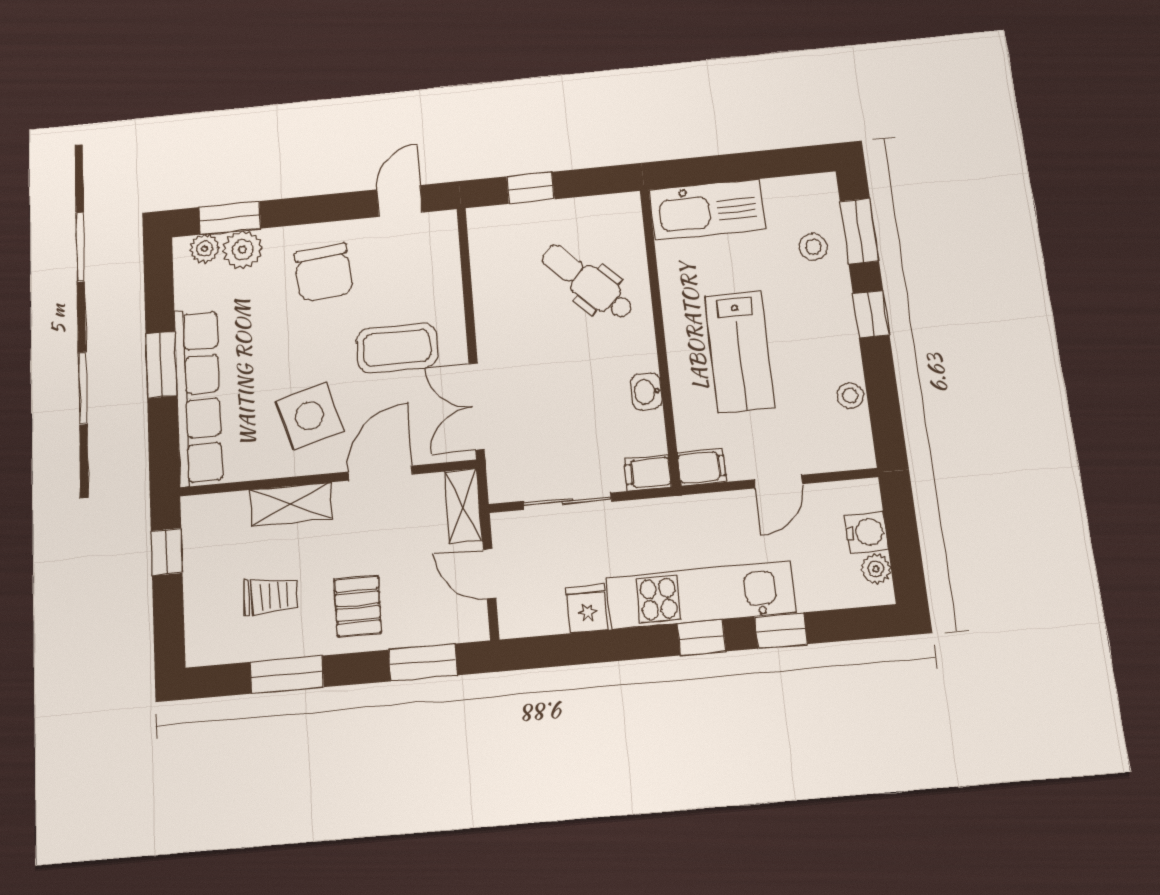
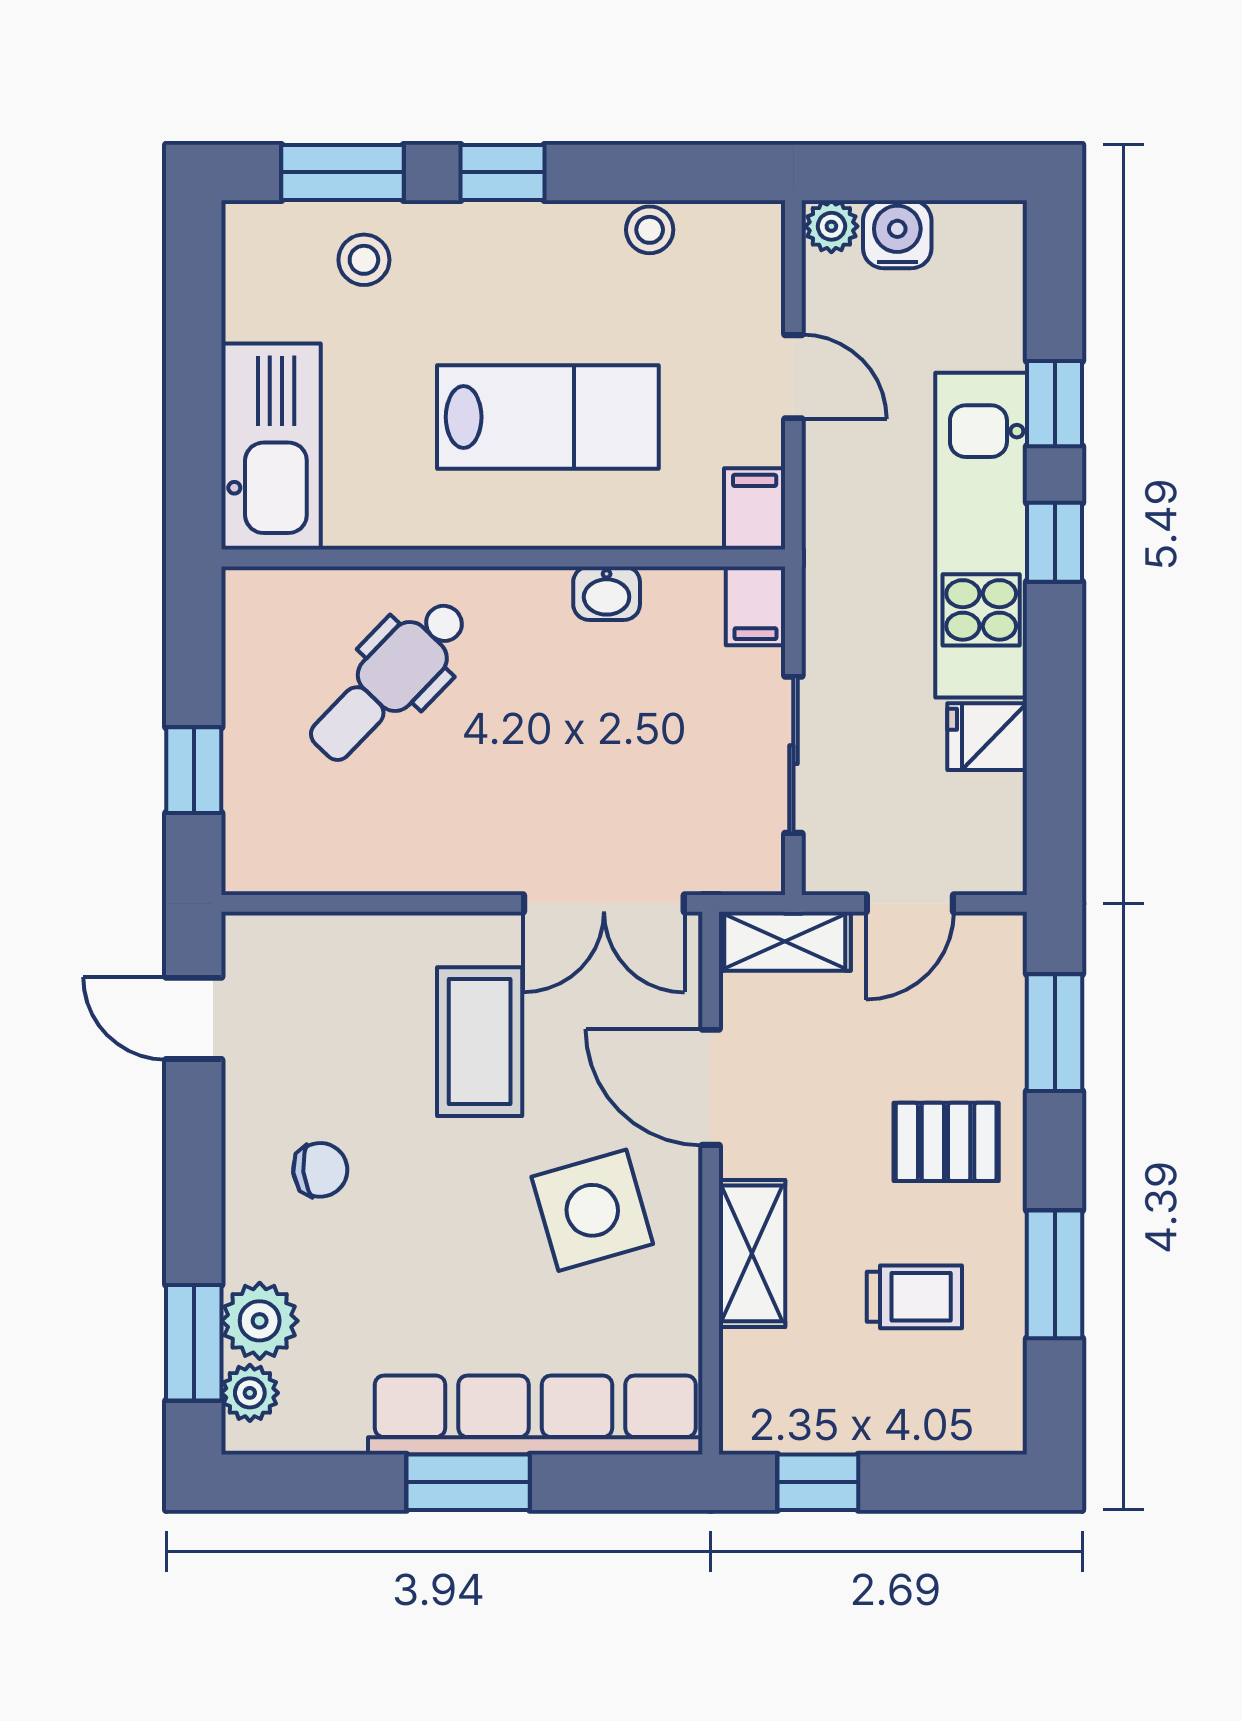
chair: (324, 272) -> (320, 1170), width x0.54, depth x0.54
plant: (876, 569) -> (831, 226), moved
trolley: (271, 596) -> (914, 1297), turned 90

